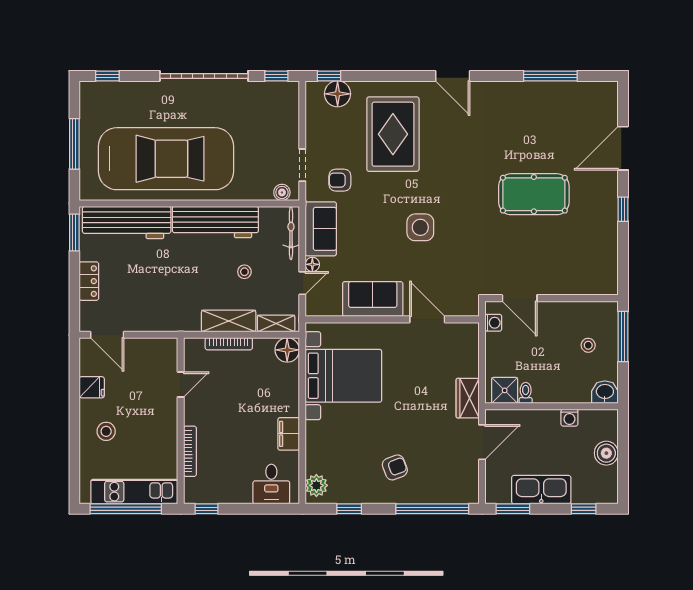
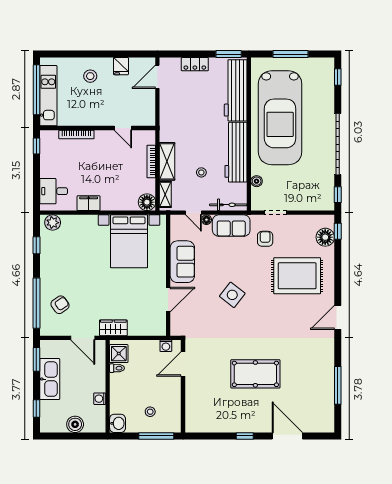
boiler: (282, 192) -> (257, 181), moved
pool table: (534, 194) -> (255, 374), turned 90
side table: (420, 227) -> (232, 295), turned 38
armchair: (395, 467) -> (60, 305), moved, turned -103

